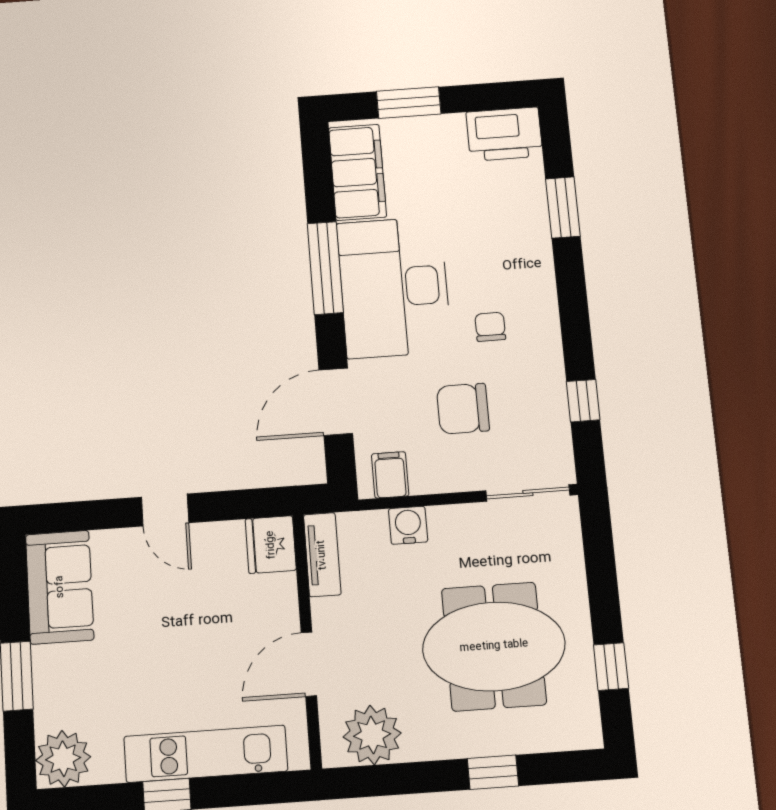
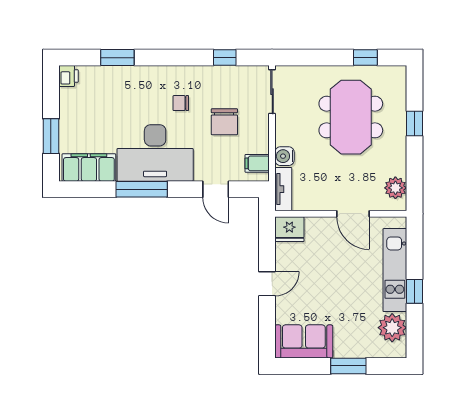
printer: (504, 134) -> (68, 76), width x0.53, depth x0.68
door: (336, 402) -> (216, 189), width x0.73
tv unit: (322, 555) -> (283, 189), moved, turned 90
plant: (372, 735) -> (395, 188), width x0.73, depth x0.73
plant: (63, 759) -> (392, 328), moved

